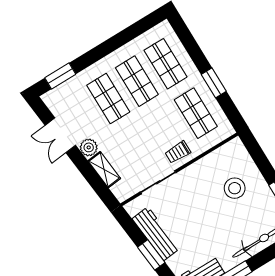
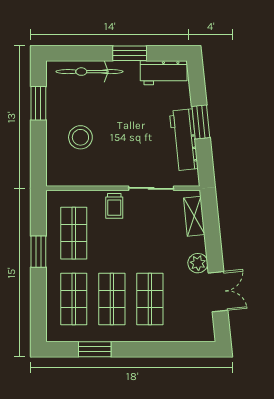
window: (60, 76) -> (95, 349), moved
trolley: (178, 152) -> (114, 206), turned 90
shelving: (104, 170) -> (194, 216), moved

